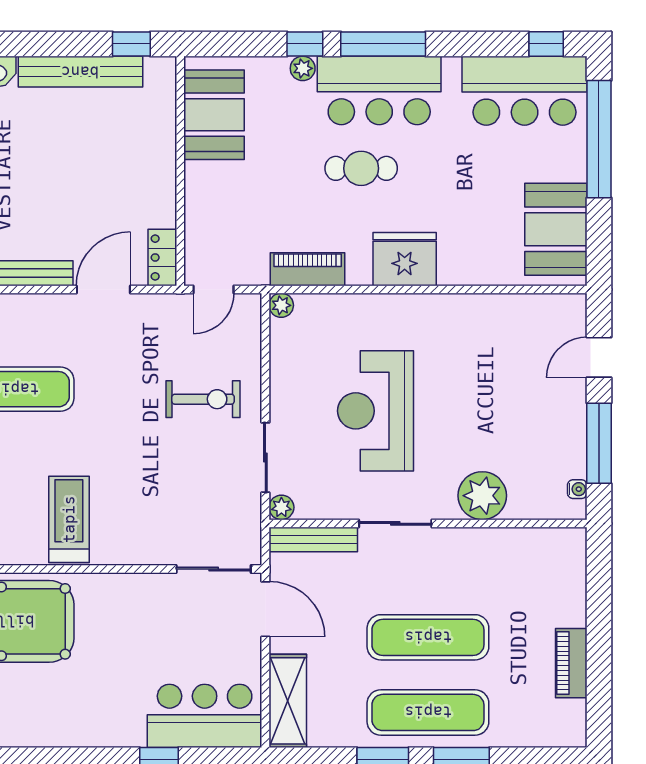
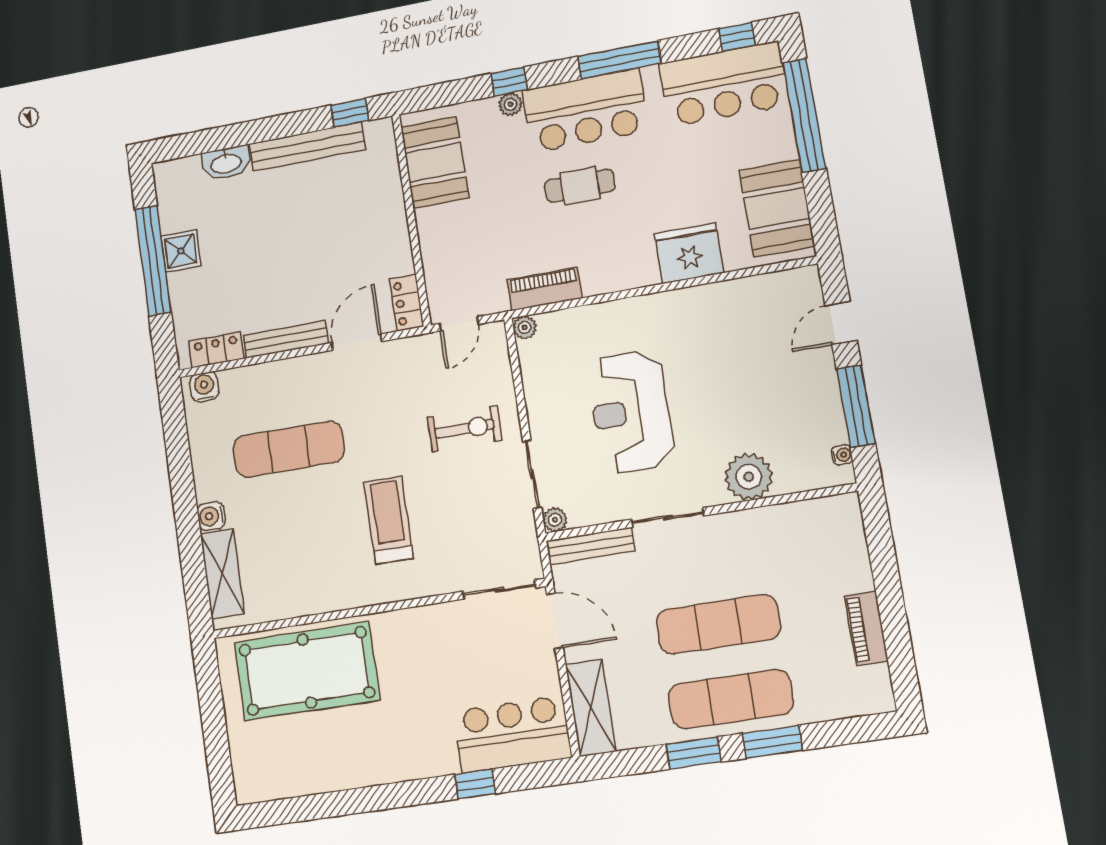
window: (383, 44) -> (619, 60), moved
fridge: (405, 259) -> (689, 253), moved
treadmill: (69, 519) -> (389, 520), moved

